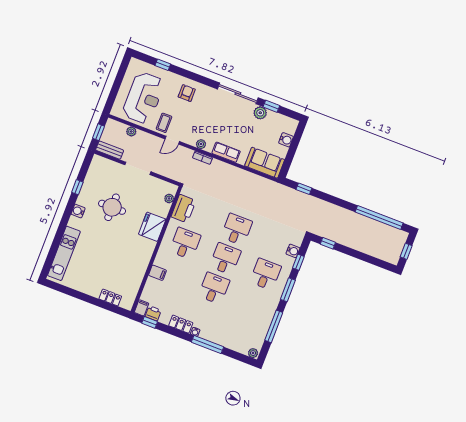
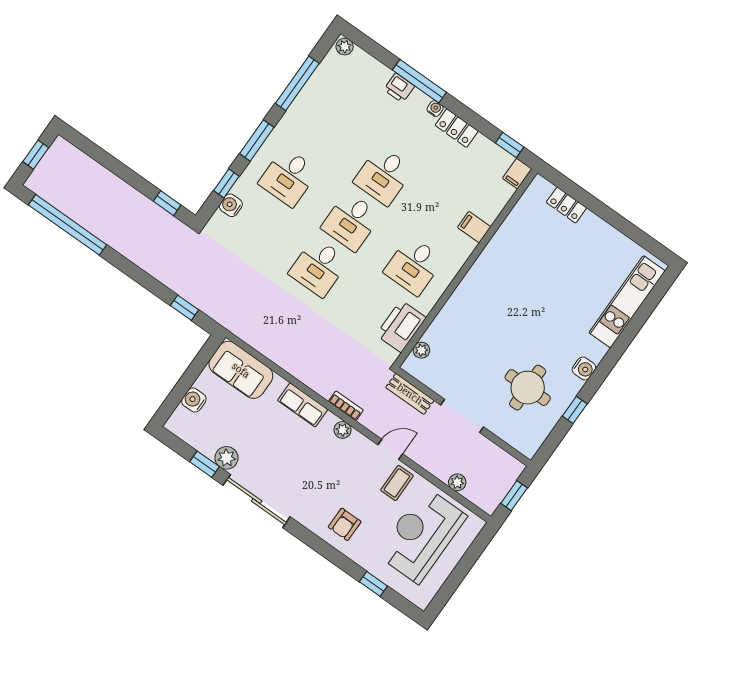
bench: (110, 150) -> (410, 394), moved
round table: (112, 207) -> (528, 388), moved
fridge: (152, 227) -> (463, 309), removed
printer: (153, 313) -> (399, 88), moved

